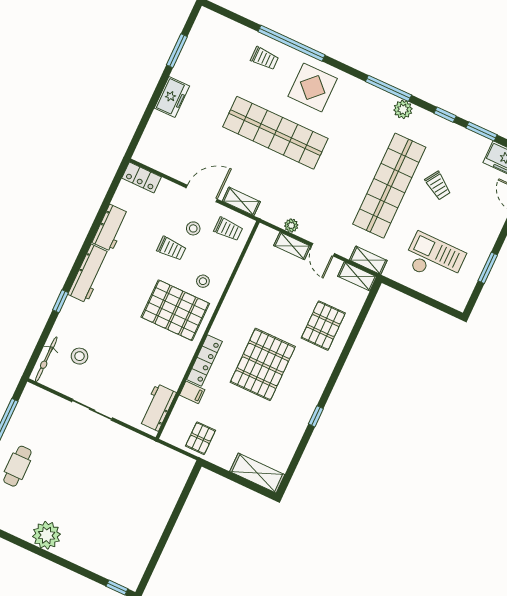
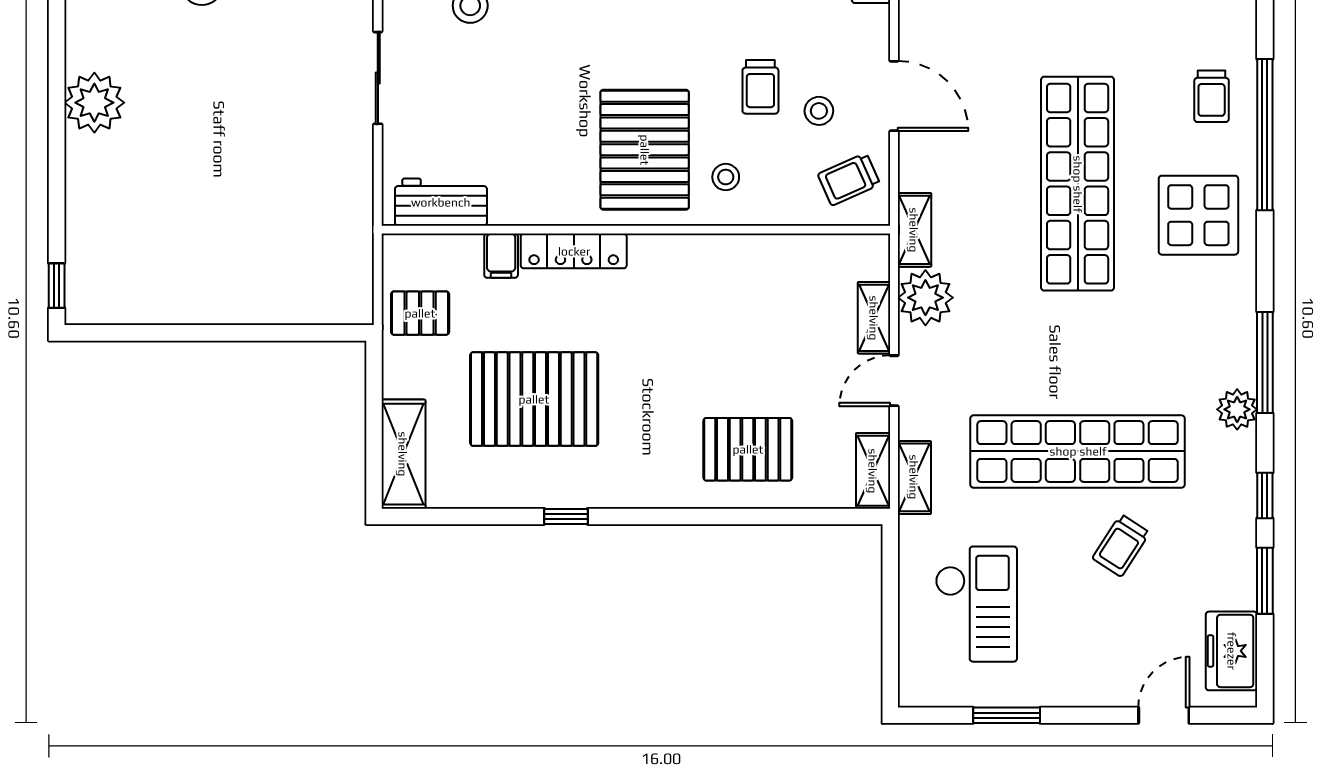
shelving: (241, 201) -> (914, 230), moved
plant: (291, 225) -> (925, 298), width x1.88, depth x1.88
trolley: (228, 229) -> (849, 179), turned 66
pallet: (263, 364) -> (534, 399), moved

